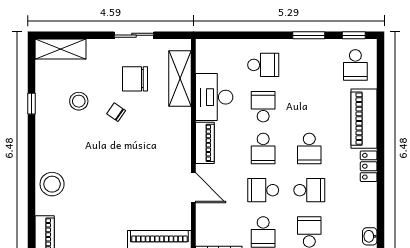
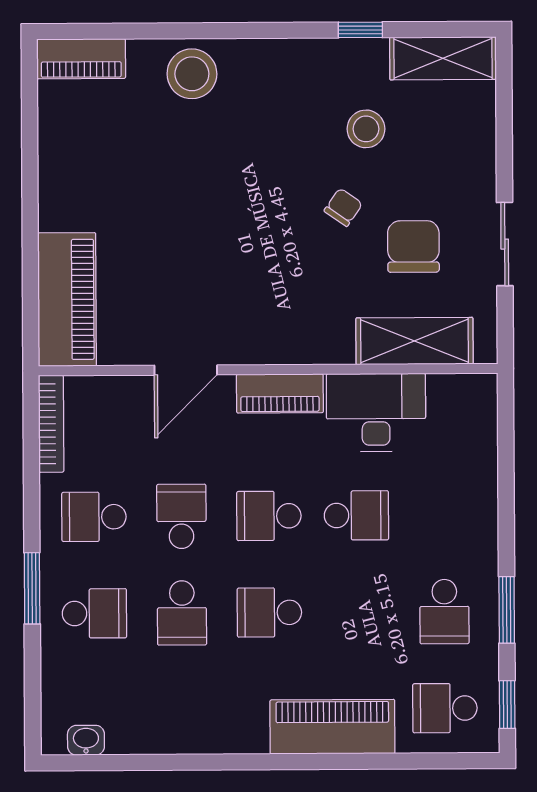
shelving: (61, 49) -> (443, 58), moved, turned 90
school desk: (263, 65) -> (444, 612), moved
locker: (369, 166) -> (233, 737), removed

